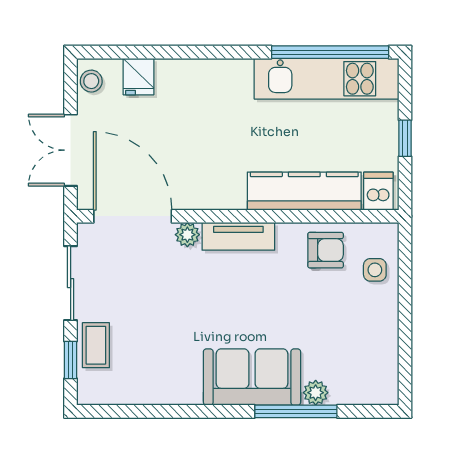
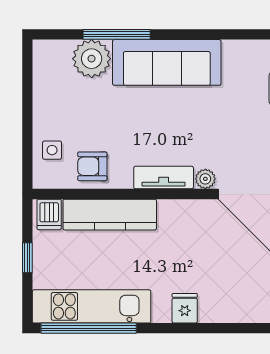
fridge: (139, 77) -> (185, 308), moved
sofa: (252, 377) -> (167, 62), width x1.36
plant: (316, 393) -> (92, 59), width x1.88, depth x1.88

